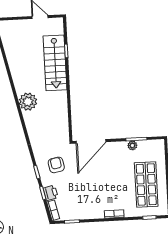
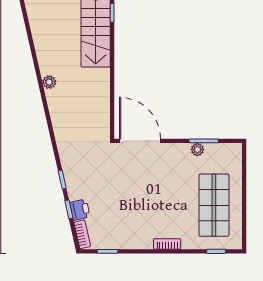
plant: (28, 102) -> (49, 82), width x0.53, depth x0.53
door: (91, 141) -> (140, 141), swing flipped
armchair: (56, 165) -> (90, 171), removed

